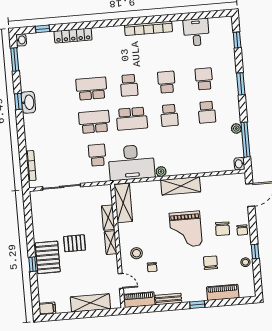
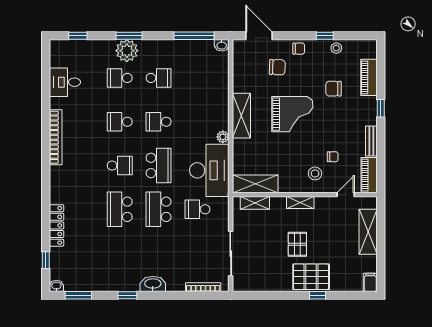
washbasin: (28, 102) -> (153, 284), moved
school desk: (169, 115) -> (159, 122), turned 180
plant: (236, 129) -> (127, 51), moved, width x1.87, depth x1.87
shelving: (108, 218) -> (255, 203), moved
chair: (223, 229) -> (277, 67), moved

